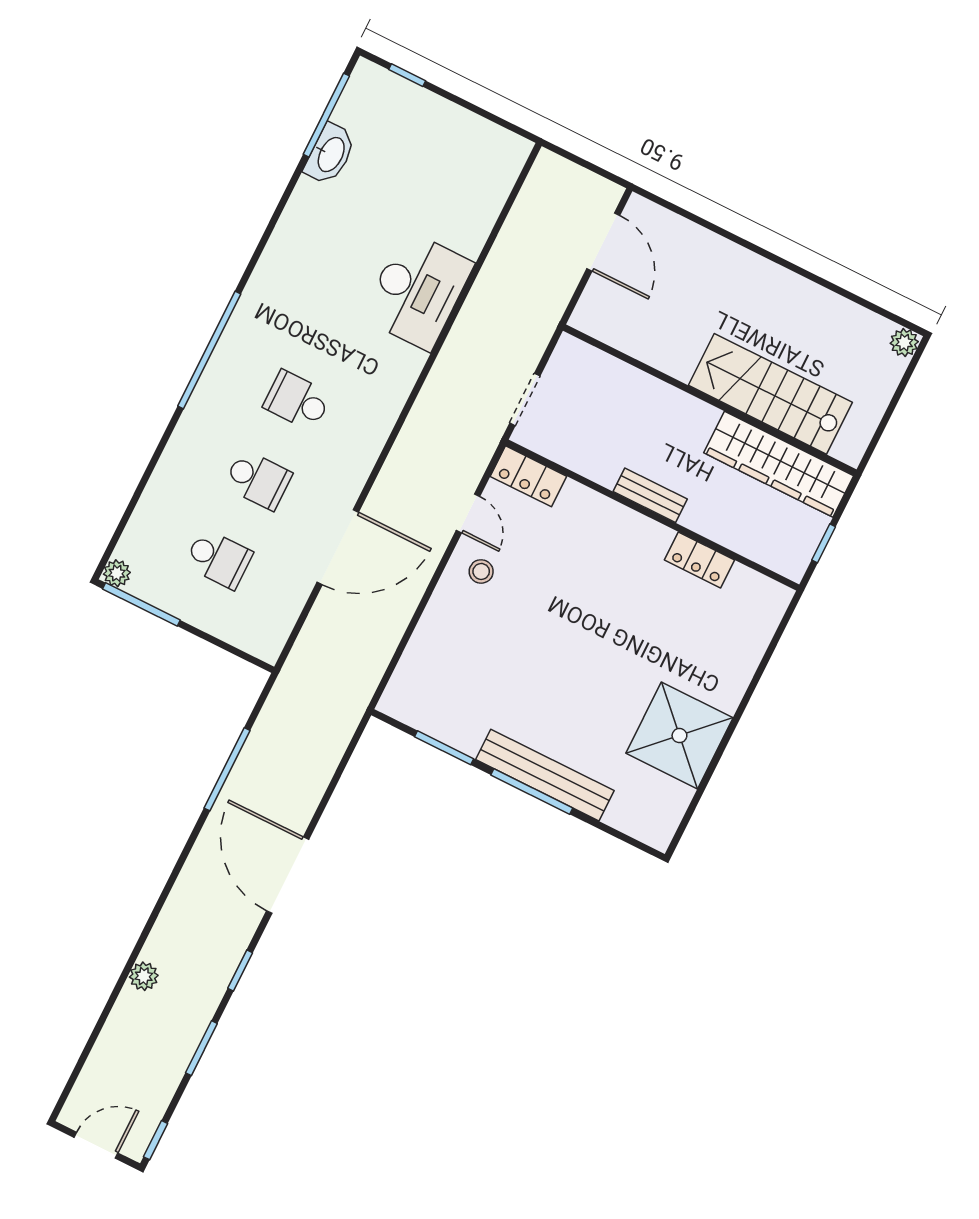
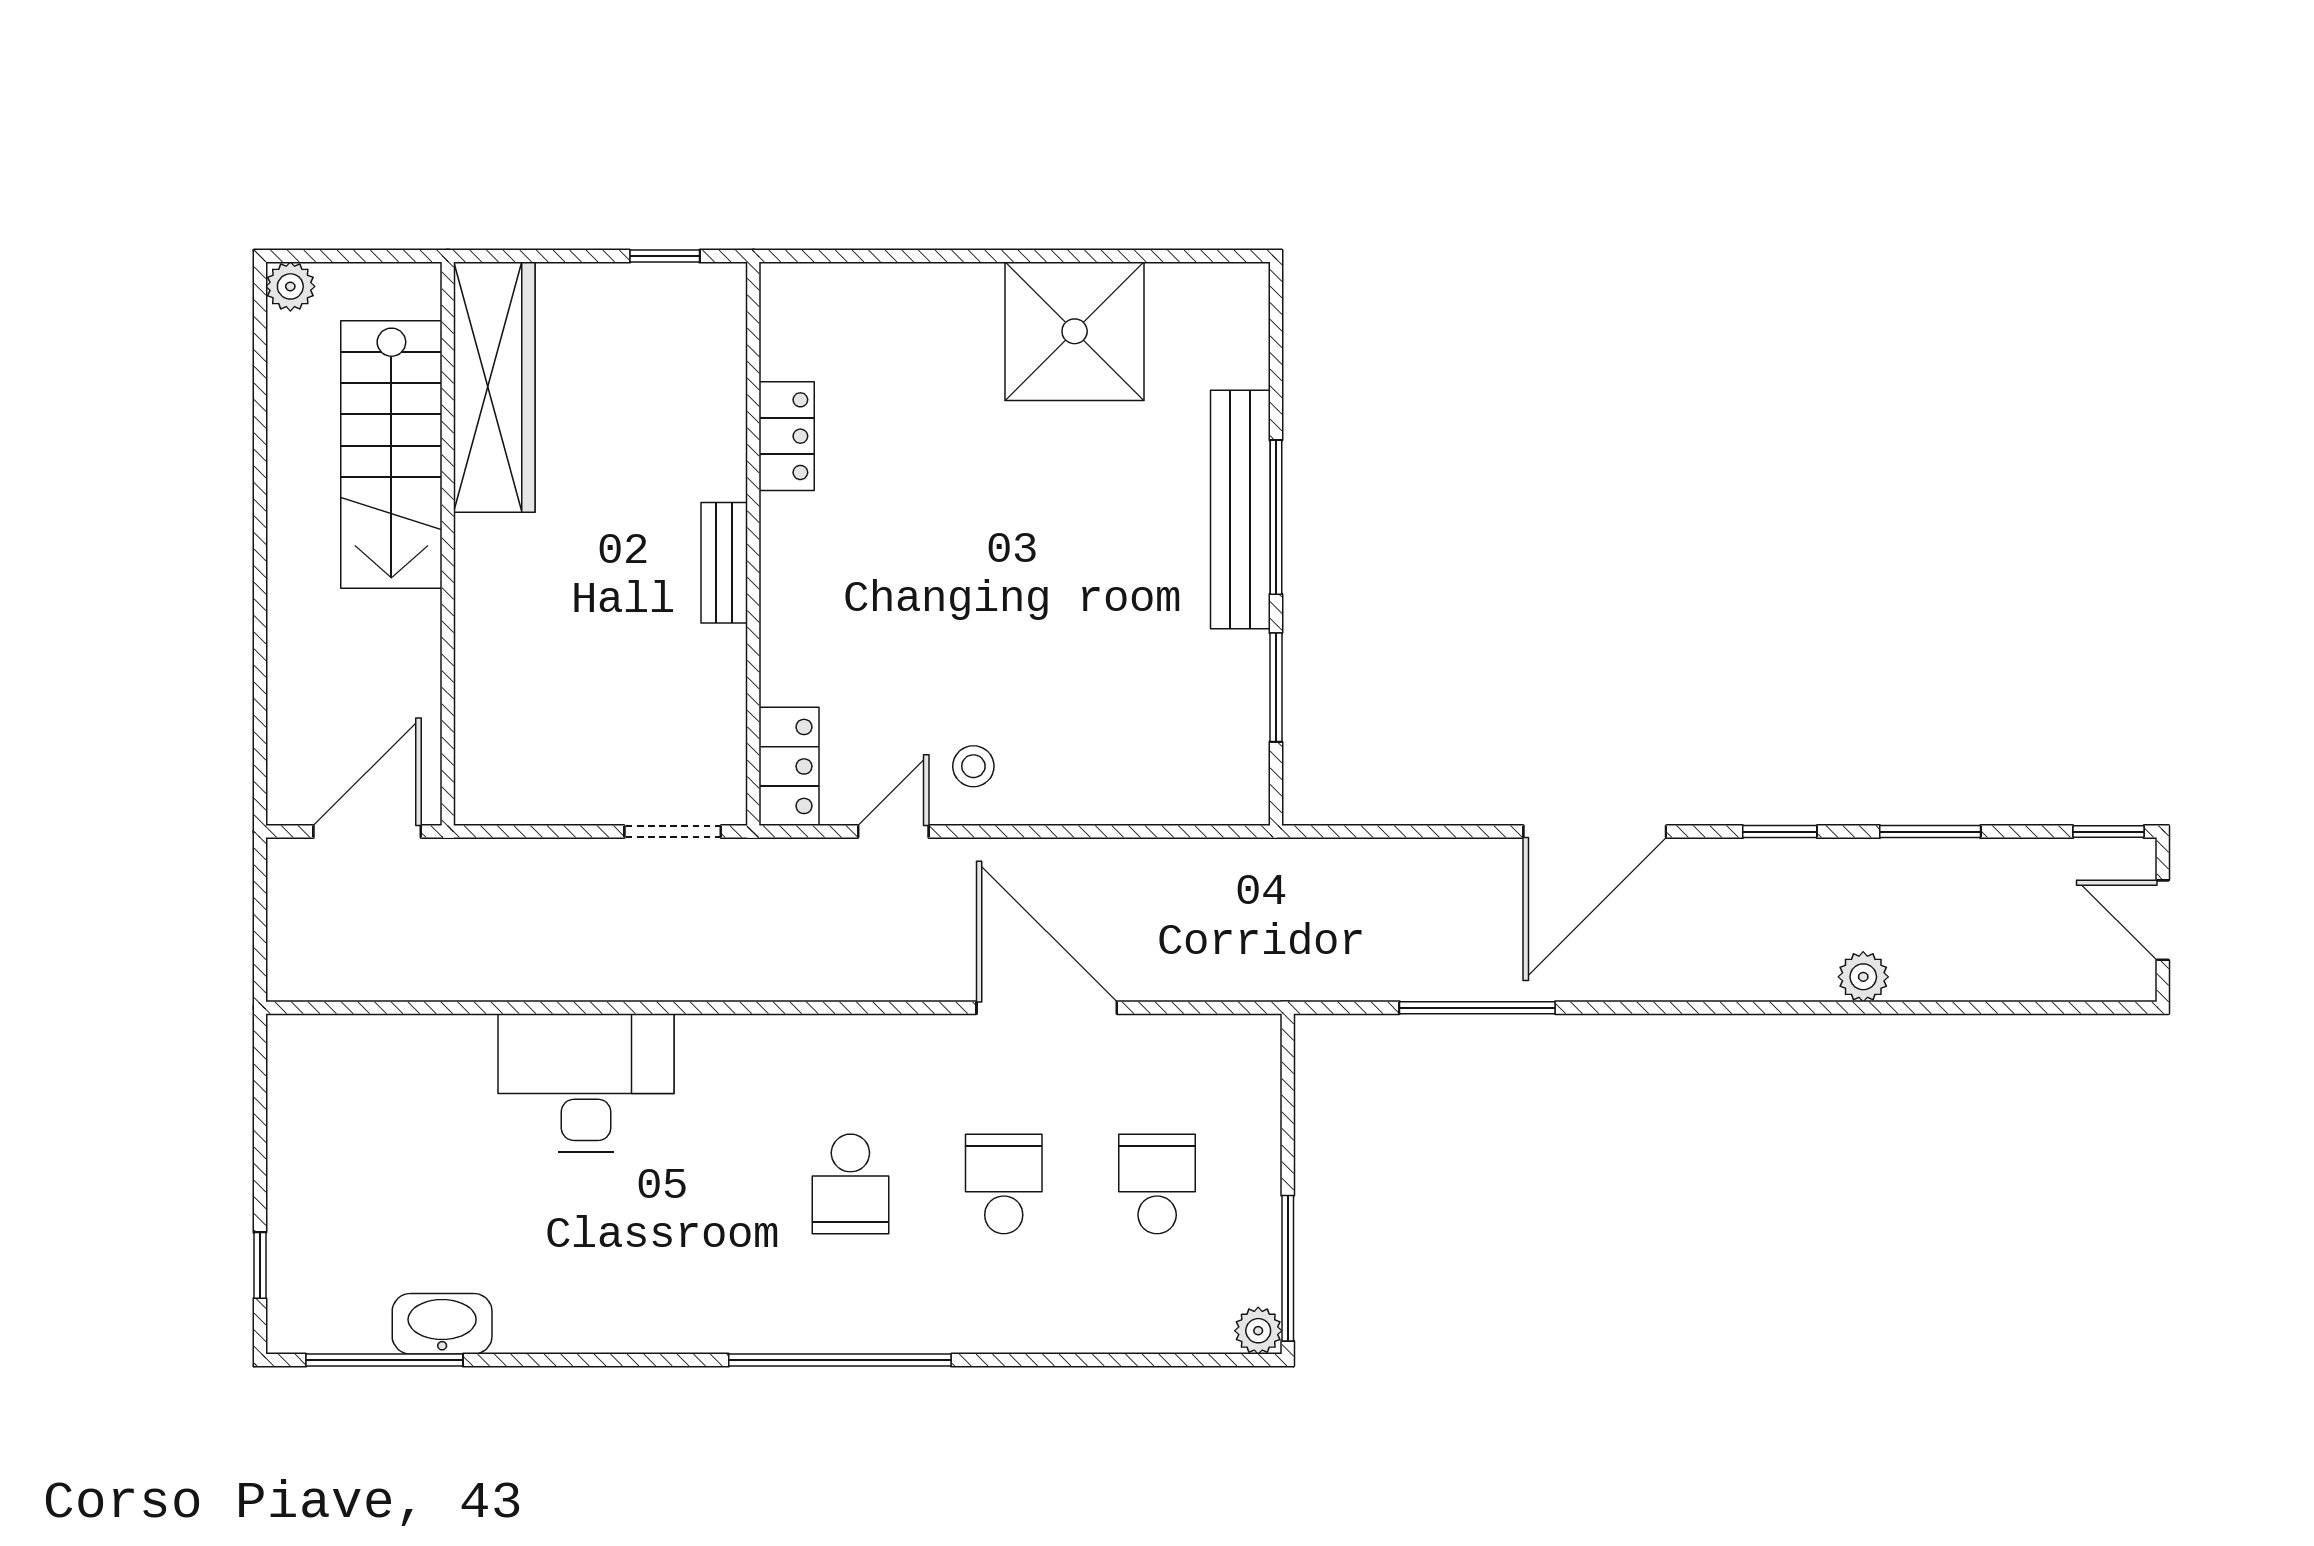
stairs: (770, 394) -> (391, 455), moved
wall: (710, 400) -> (448, 544), moved
wardrobe: (779, 464) -> (494, 387), moved

